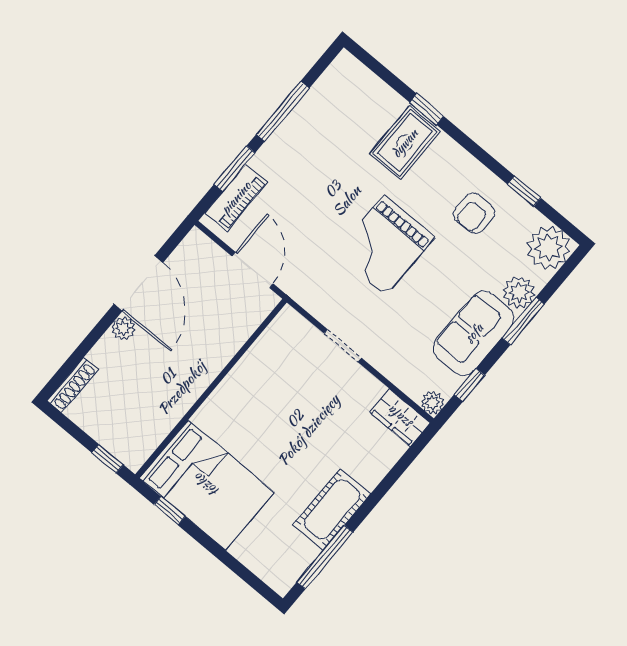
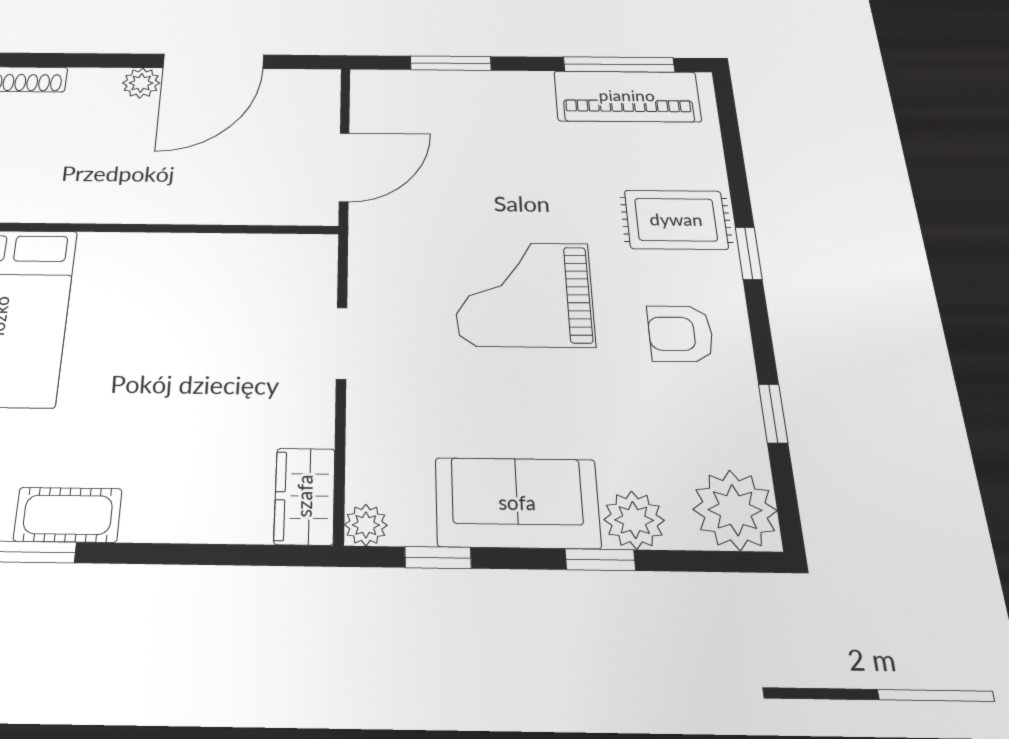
window: (427, 109) -> (749, 253), moved
window: (283, 111) -> (619, 64), moved
piano: (236, 198) -> (627, 96), moved, width x1.37, depth x1.33
armchair: (474, 213) -> (680, 334), moved
window: (523, 321) -> (600, 560), width x0.67
cot: (332, 509) -> (68, 515), width x0.73, depth x0.75

